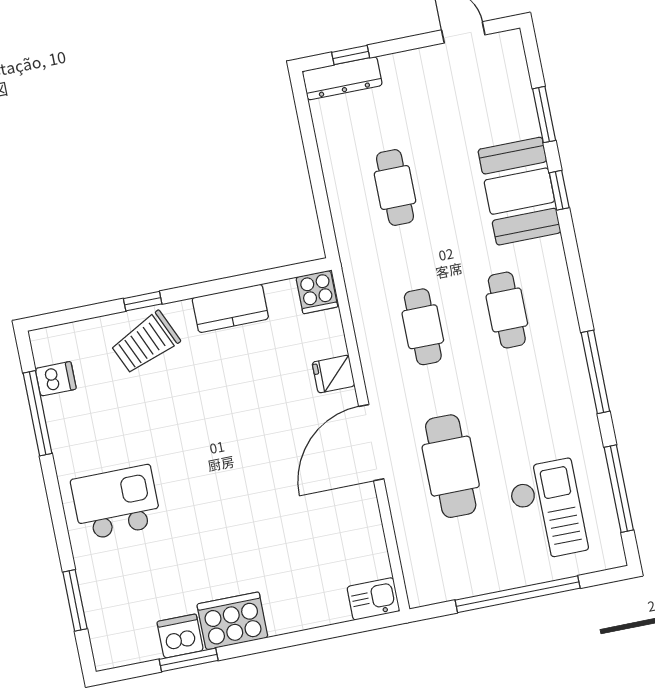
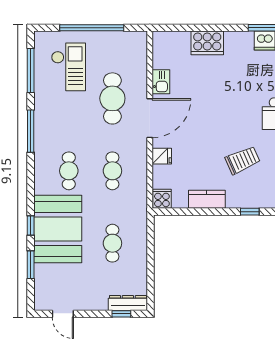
booth: (519, 191) -> (58, 229), width x1.36, depth x1.42
trolley: (145, 343) -> (243, 160), moved
checkout: (547, 510) -> (68, 67), turned 180
kitchen sink: (373, 599) -> (161, 82), moved, turned -90
cooker: (232, 621) -> (207, 43), moved

